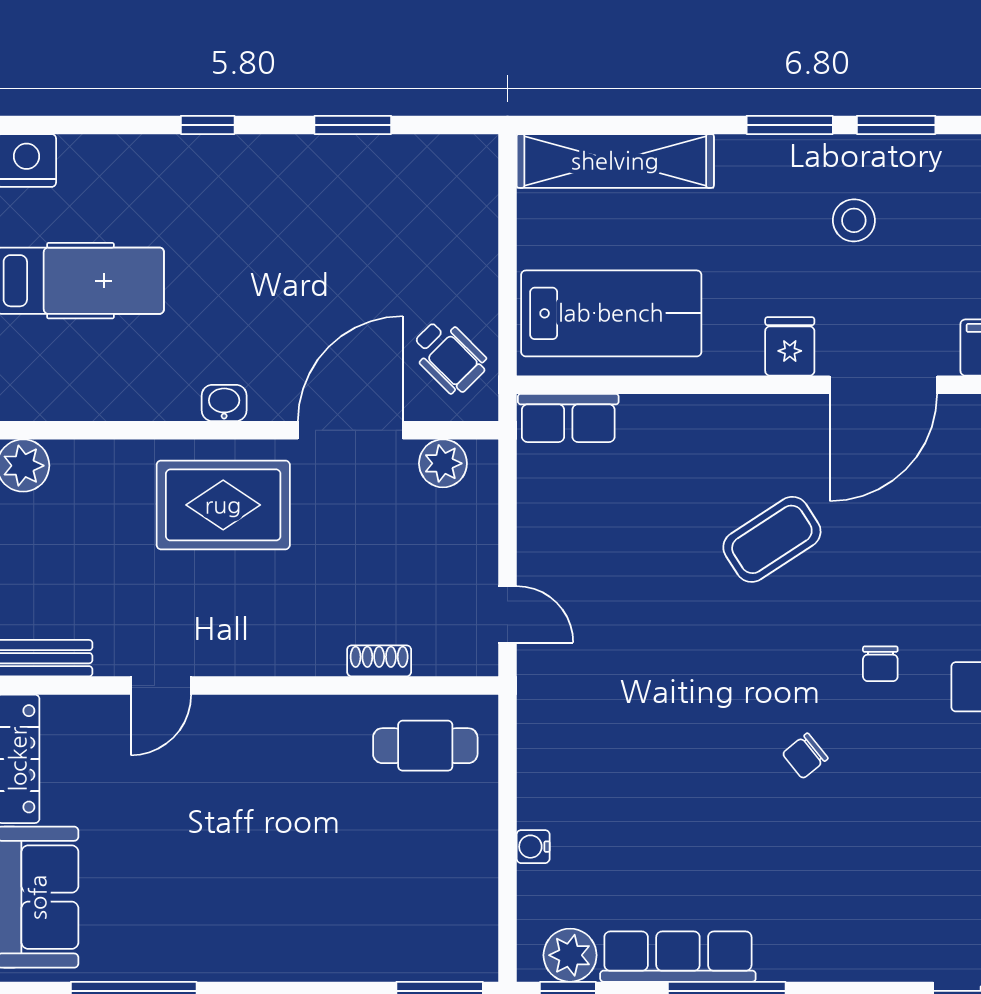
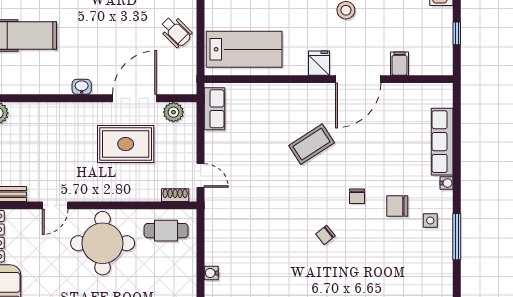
wheelchair: (449, 356) -> (176, 32), moved
row of seats: (568, 418) -> (214, 109), moved, turned -90
rug: (223, 505) -> (126, 144), moved
shoe rack: (379, 661) -> (175, 195), moved
round table: (274, 776) -> (103, 243), added

